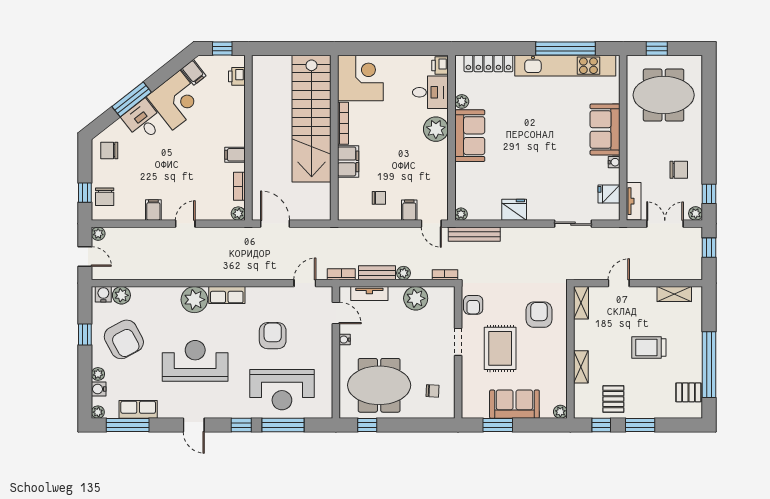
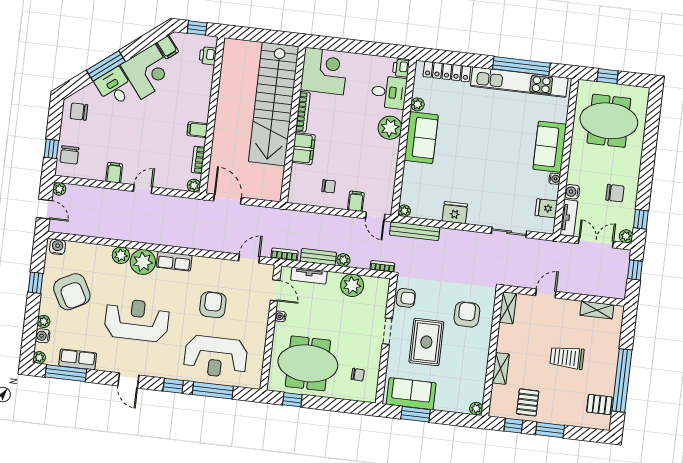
water cooler: (634, 174) -> (572, 192), added
plant: (121, 295) -> (121, 255), moved
armchair: (473, 305) -> (406, 298), turned -90
sofa: (514, 404) -> (411, 394), moved

